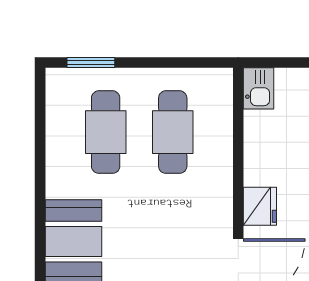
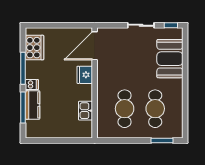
kitchen sink: (259, 88) -> (85, 111), moved

